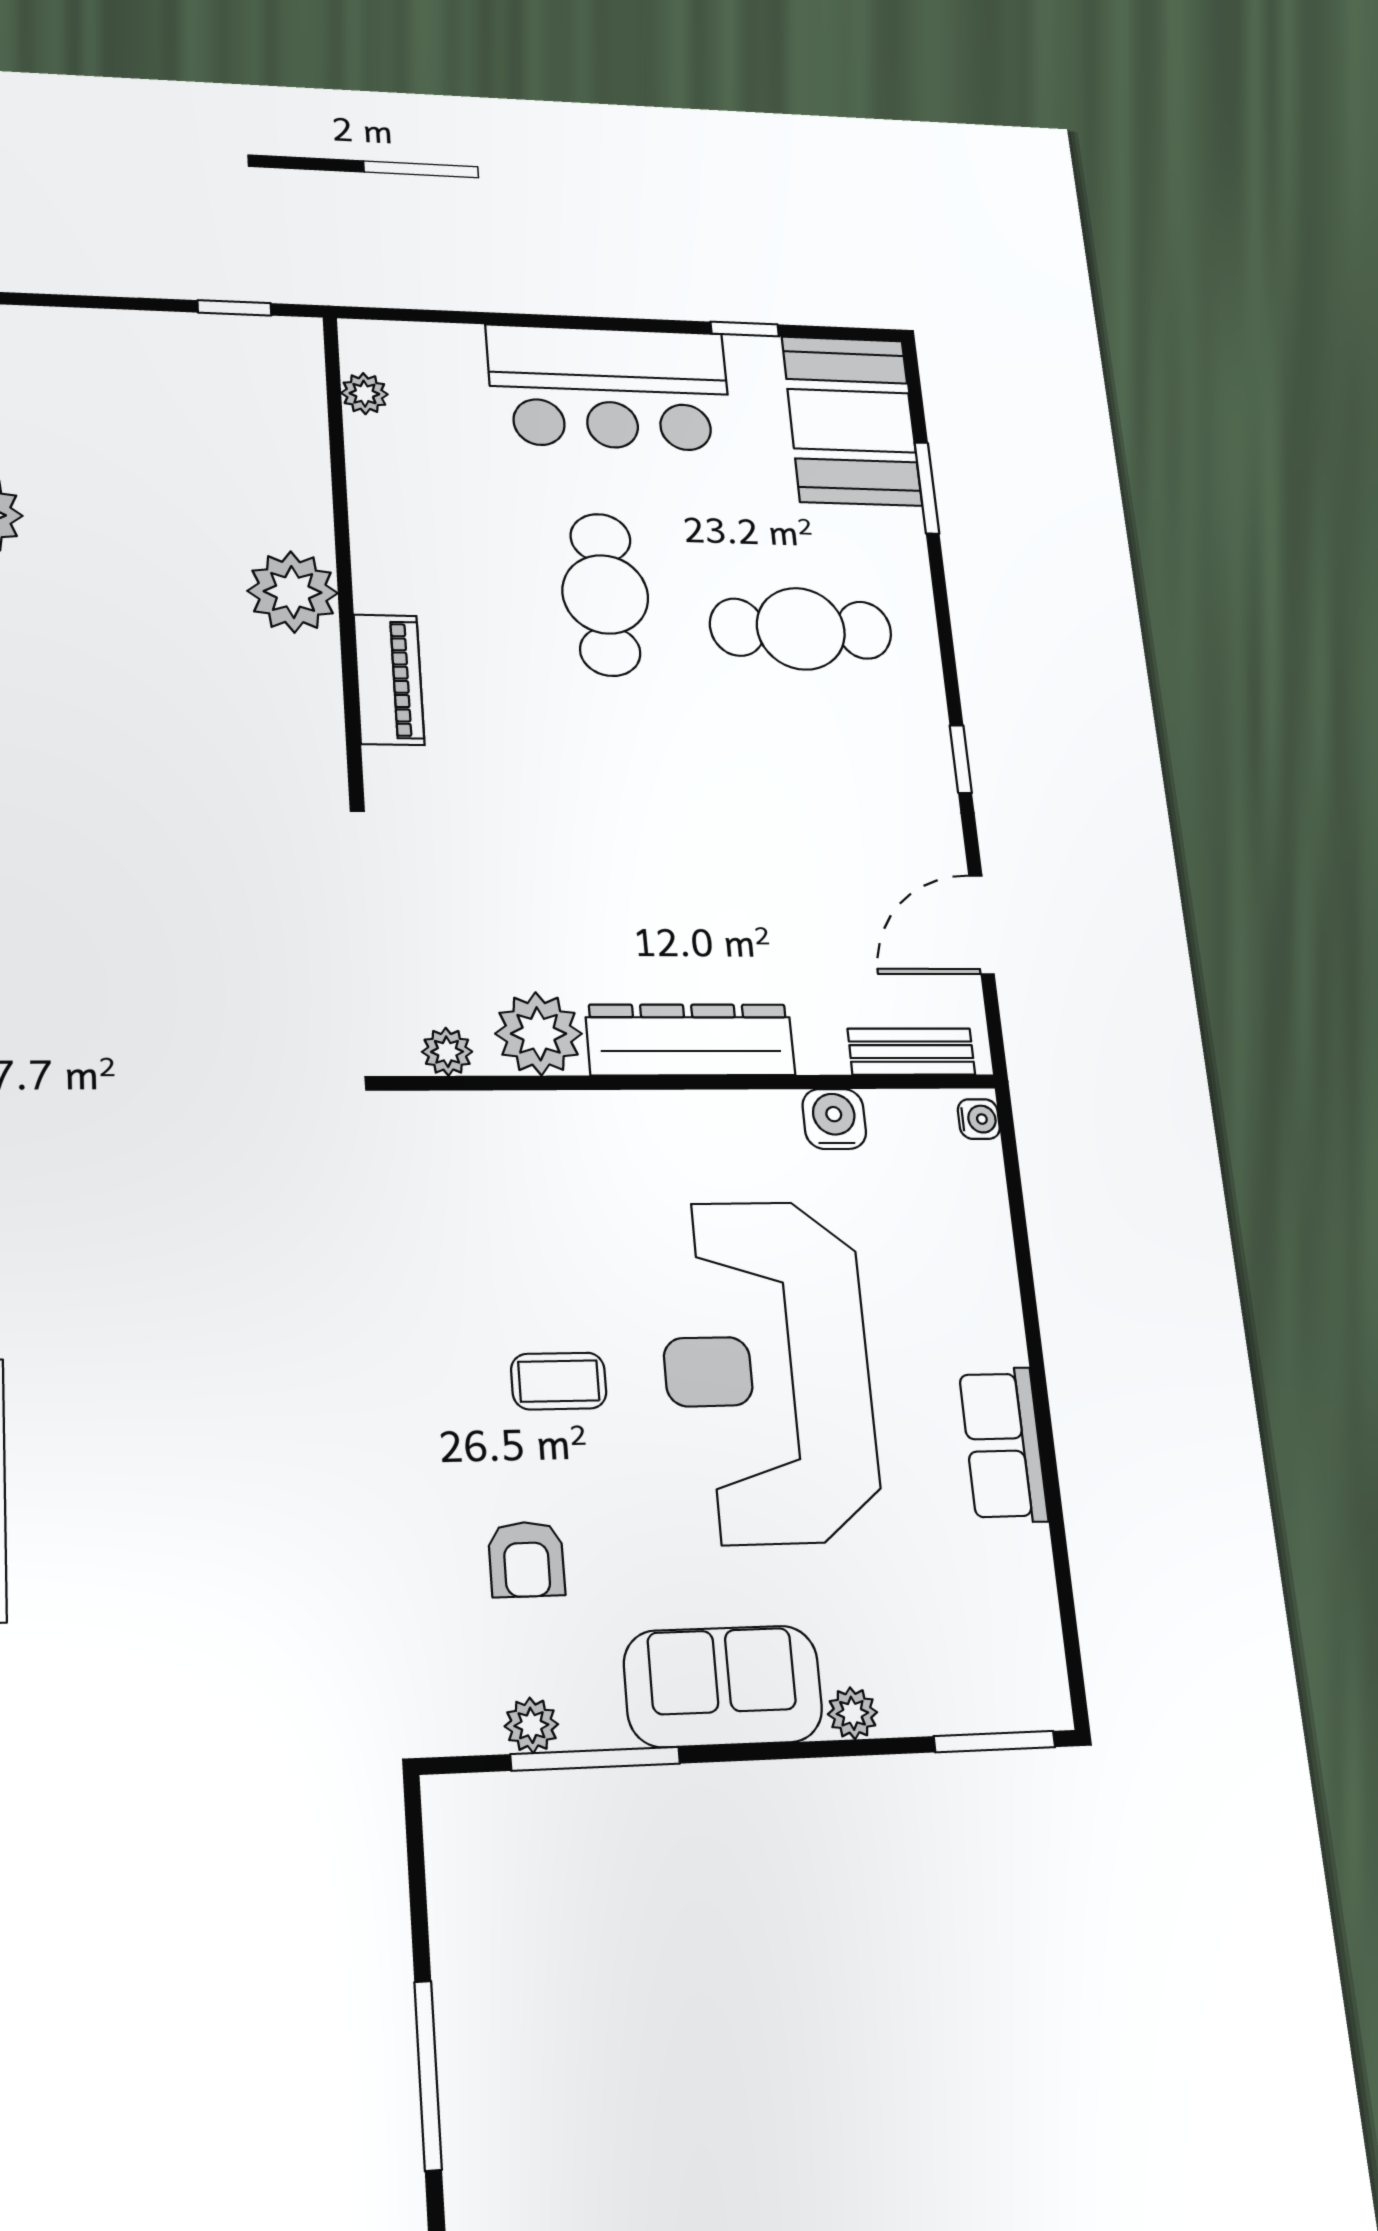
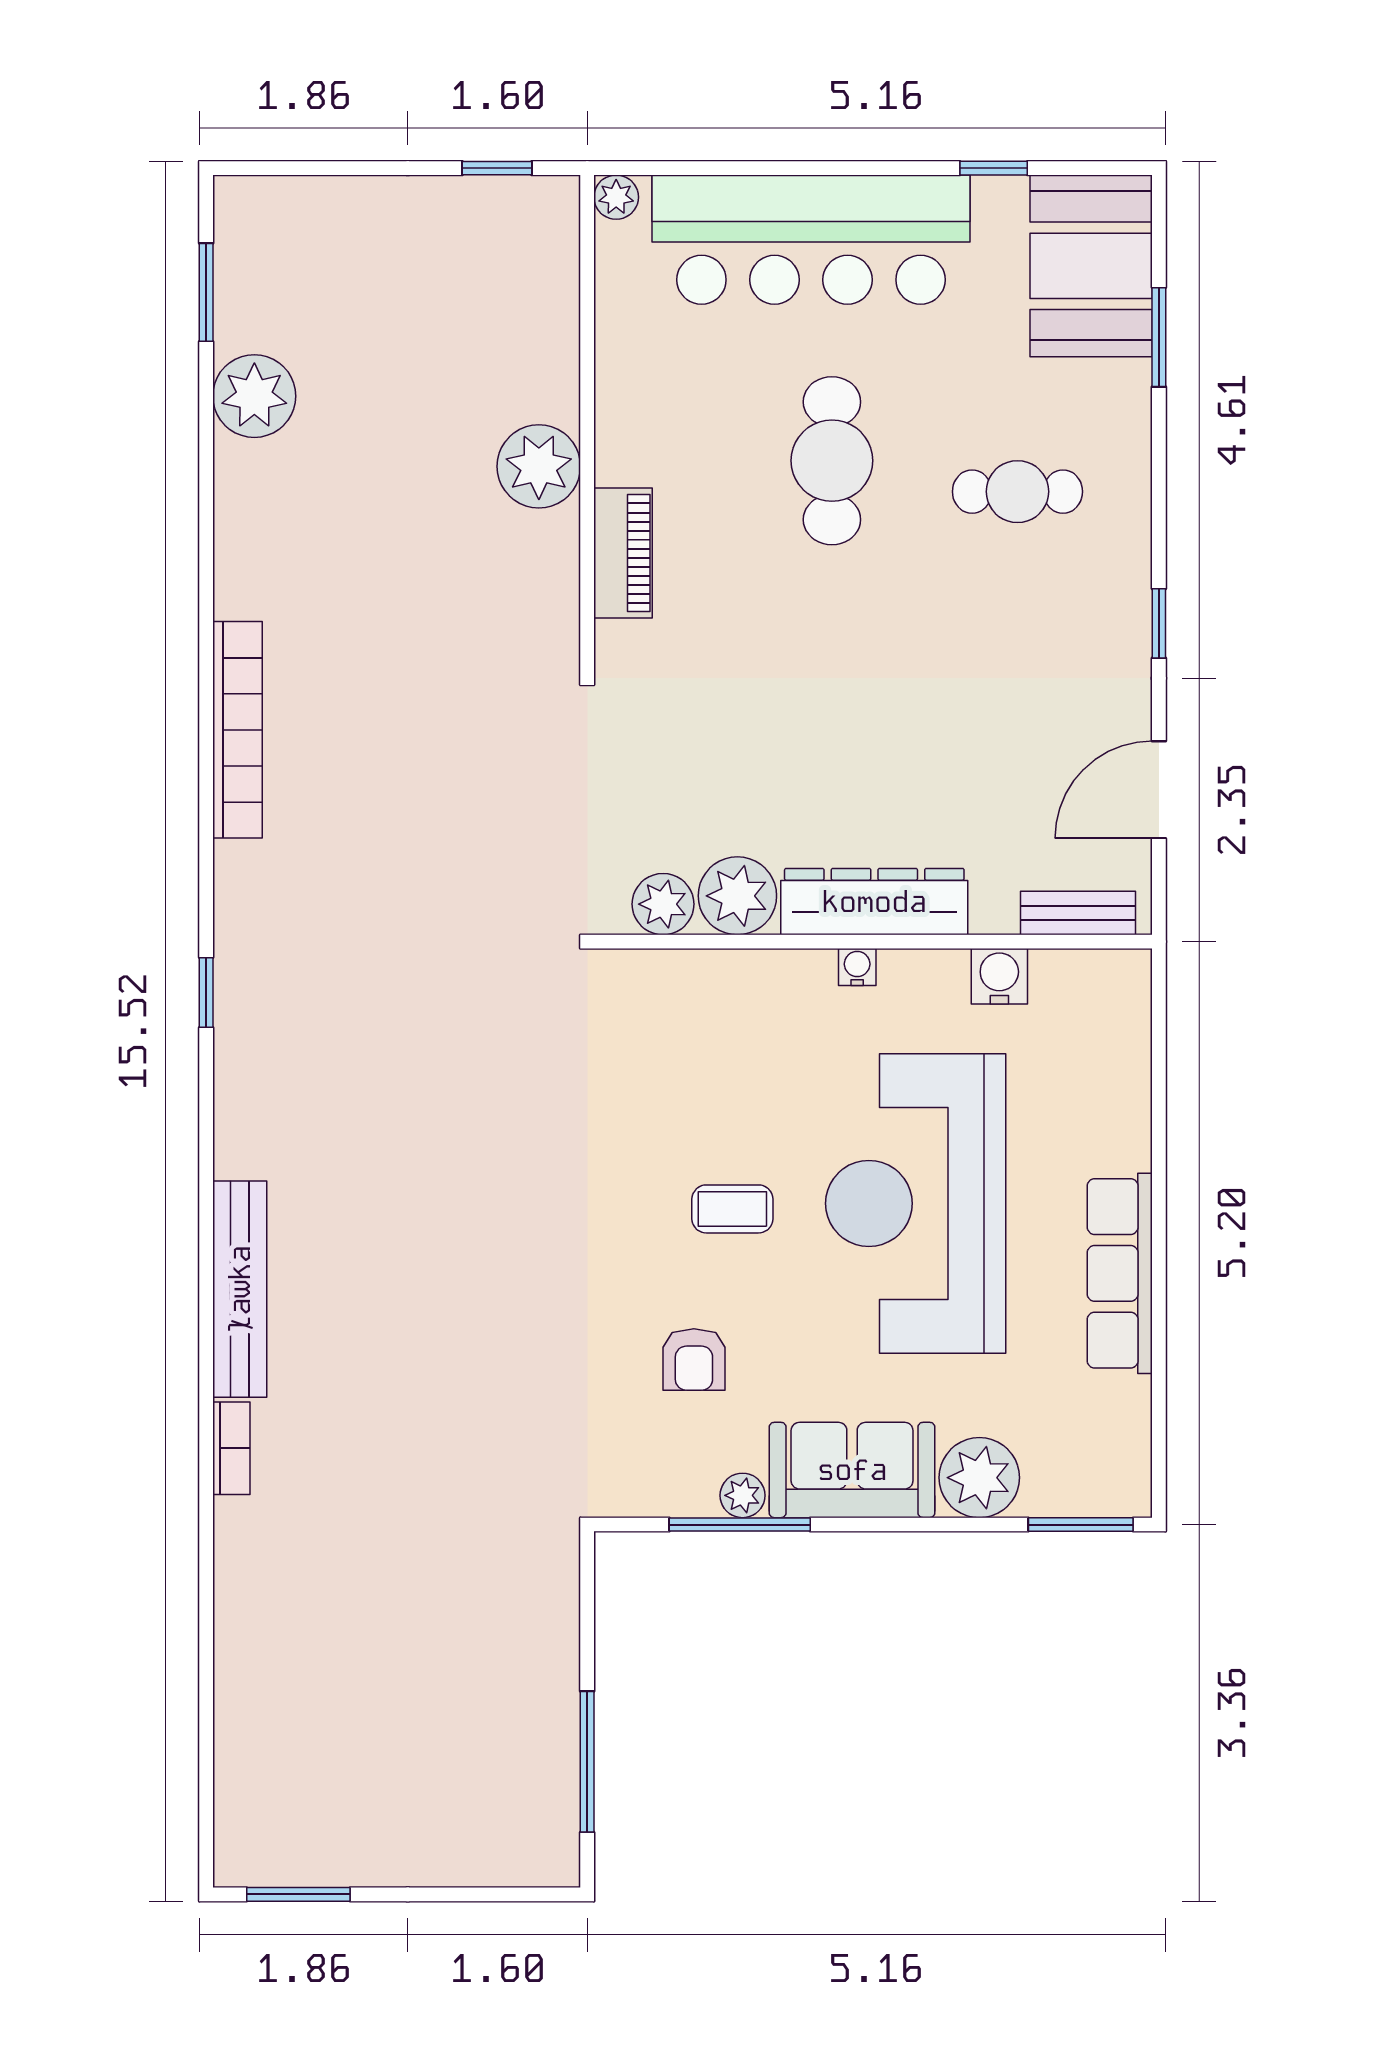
bar counter: (609, 388) -> (811, 240), width x1.36
plant: (364, 394) -> (616, 197), moved
cafe table: (801, 629) -> (1017, 492), width x0.73, depth x0.74
plant: (447, 1052) -> (663, 904), width x1.38, depth x1.38
water cooler: (979, 1119) -> (857, 967), moved, turned -90
row of seats: (1003, 1445) -> (1120, 1273), width x1.48
plant: (852, 1713) -> (979, 1478), width x1.88, depth x1.88
plant: (531, 1725) -> (743, 1495), moved

